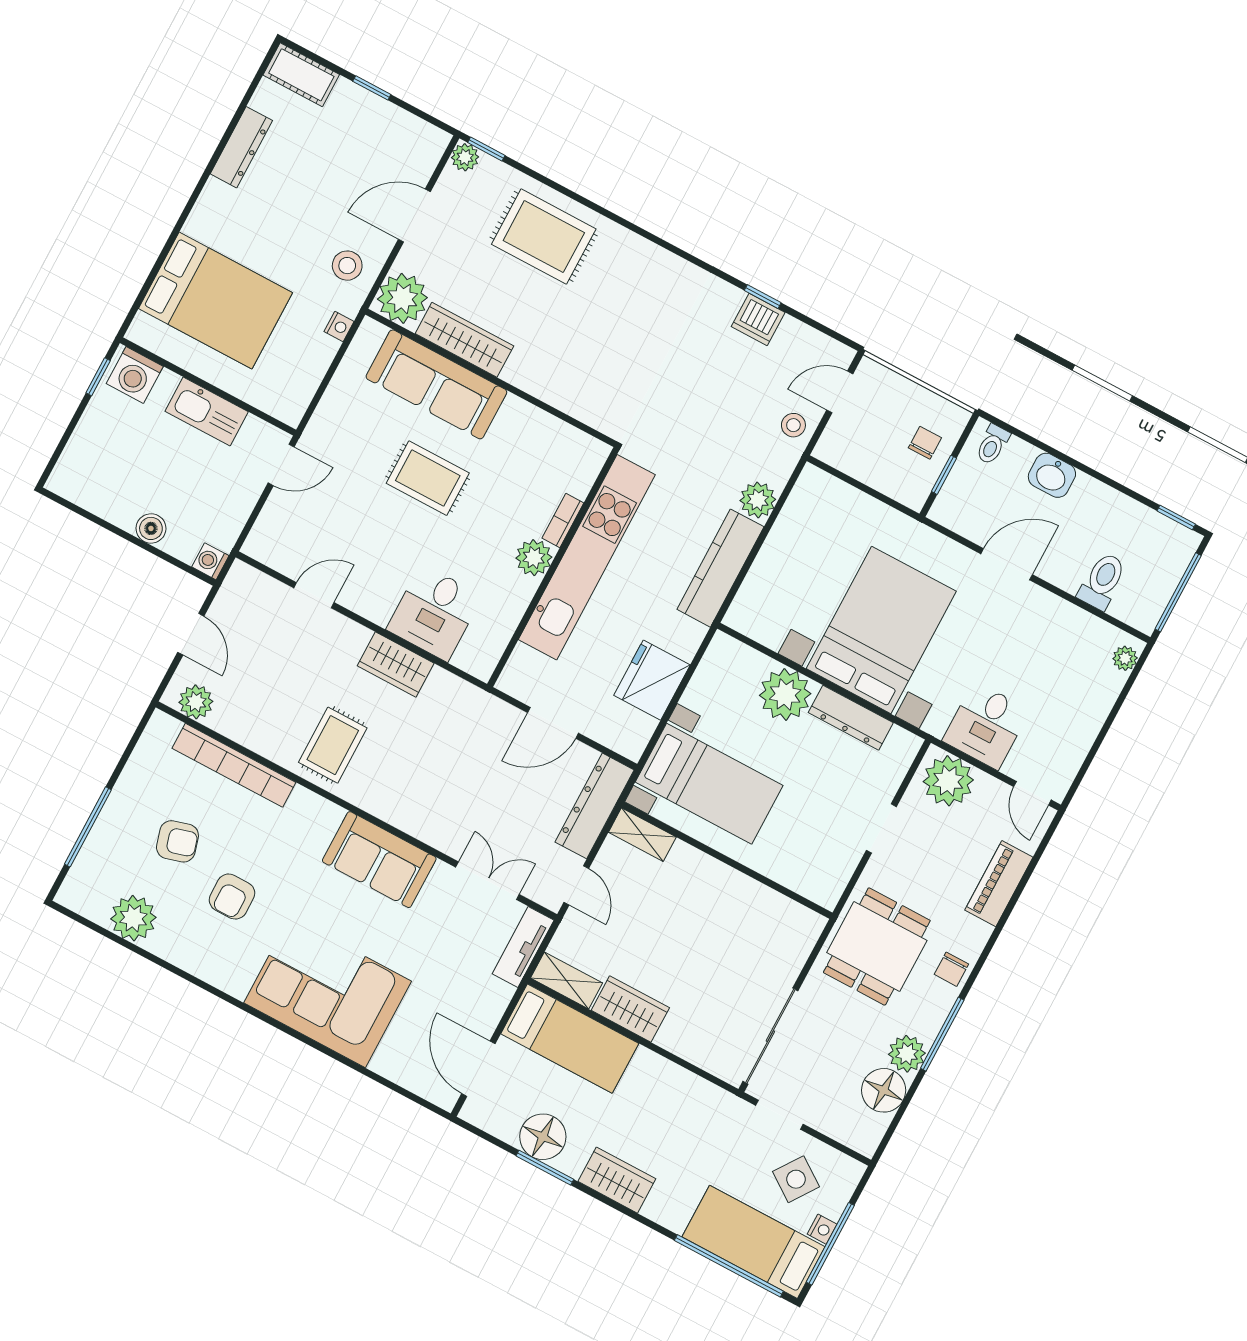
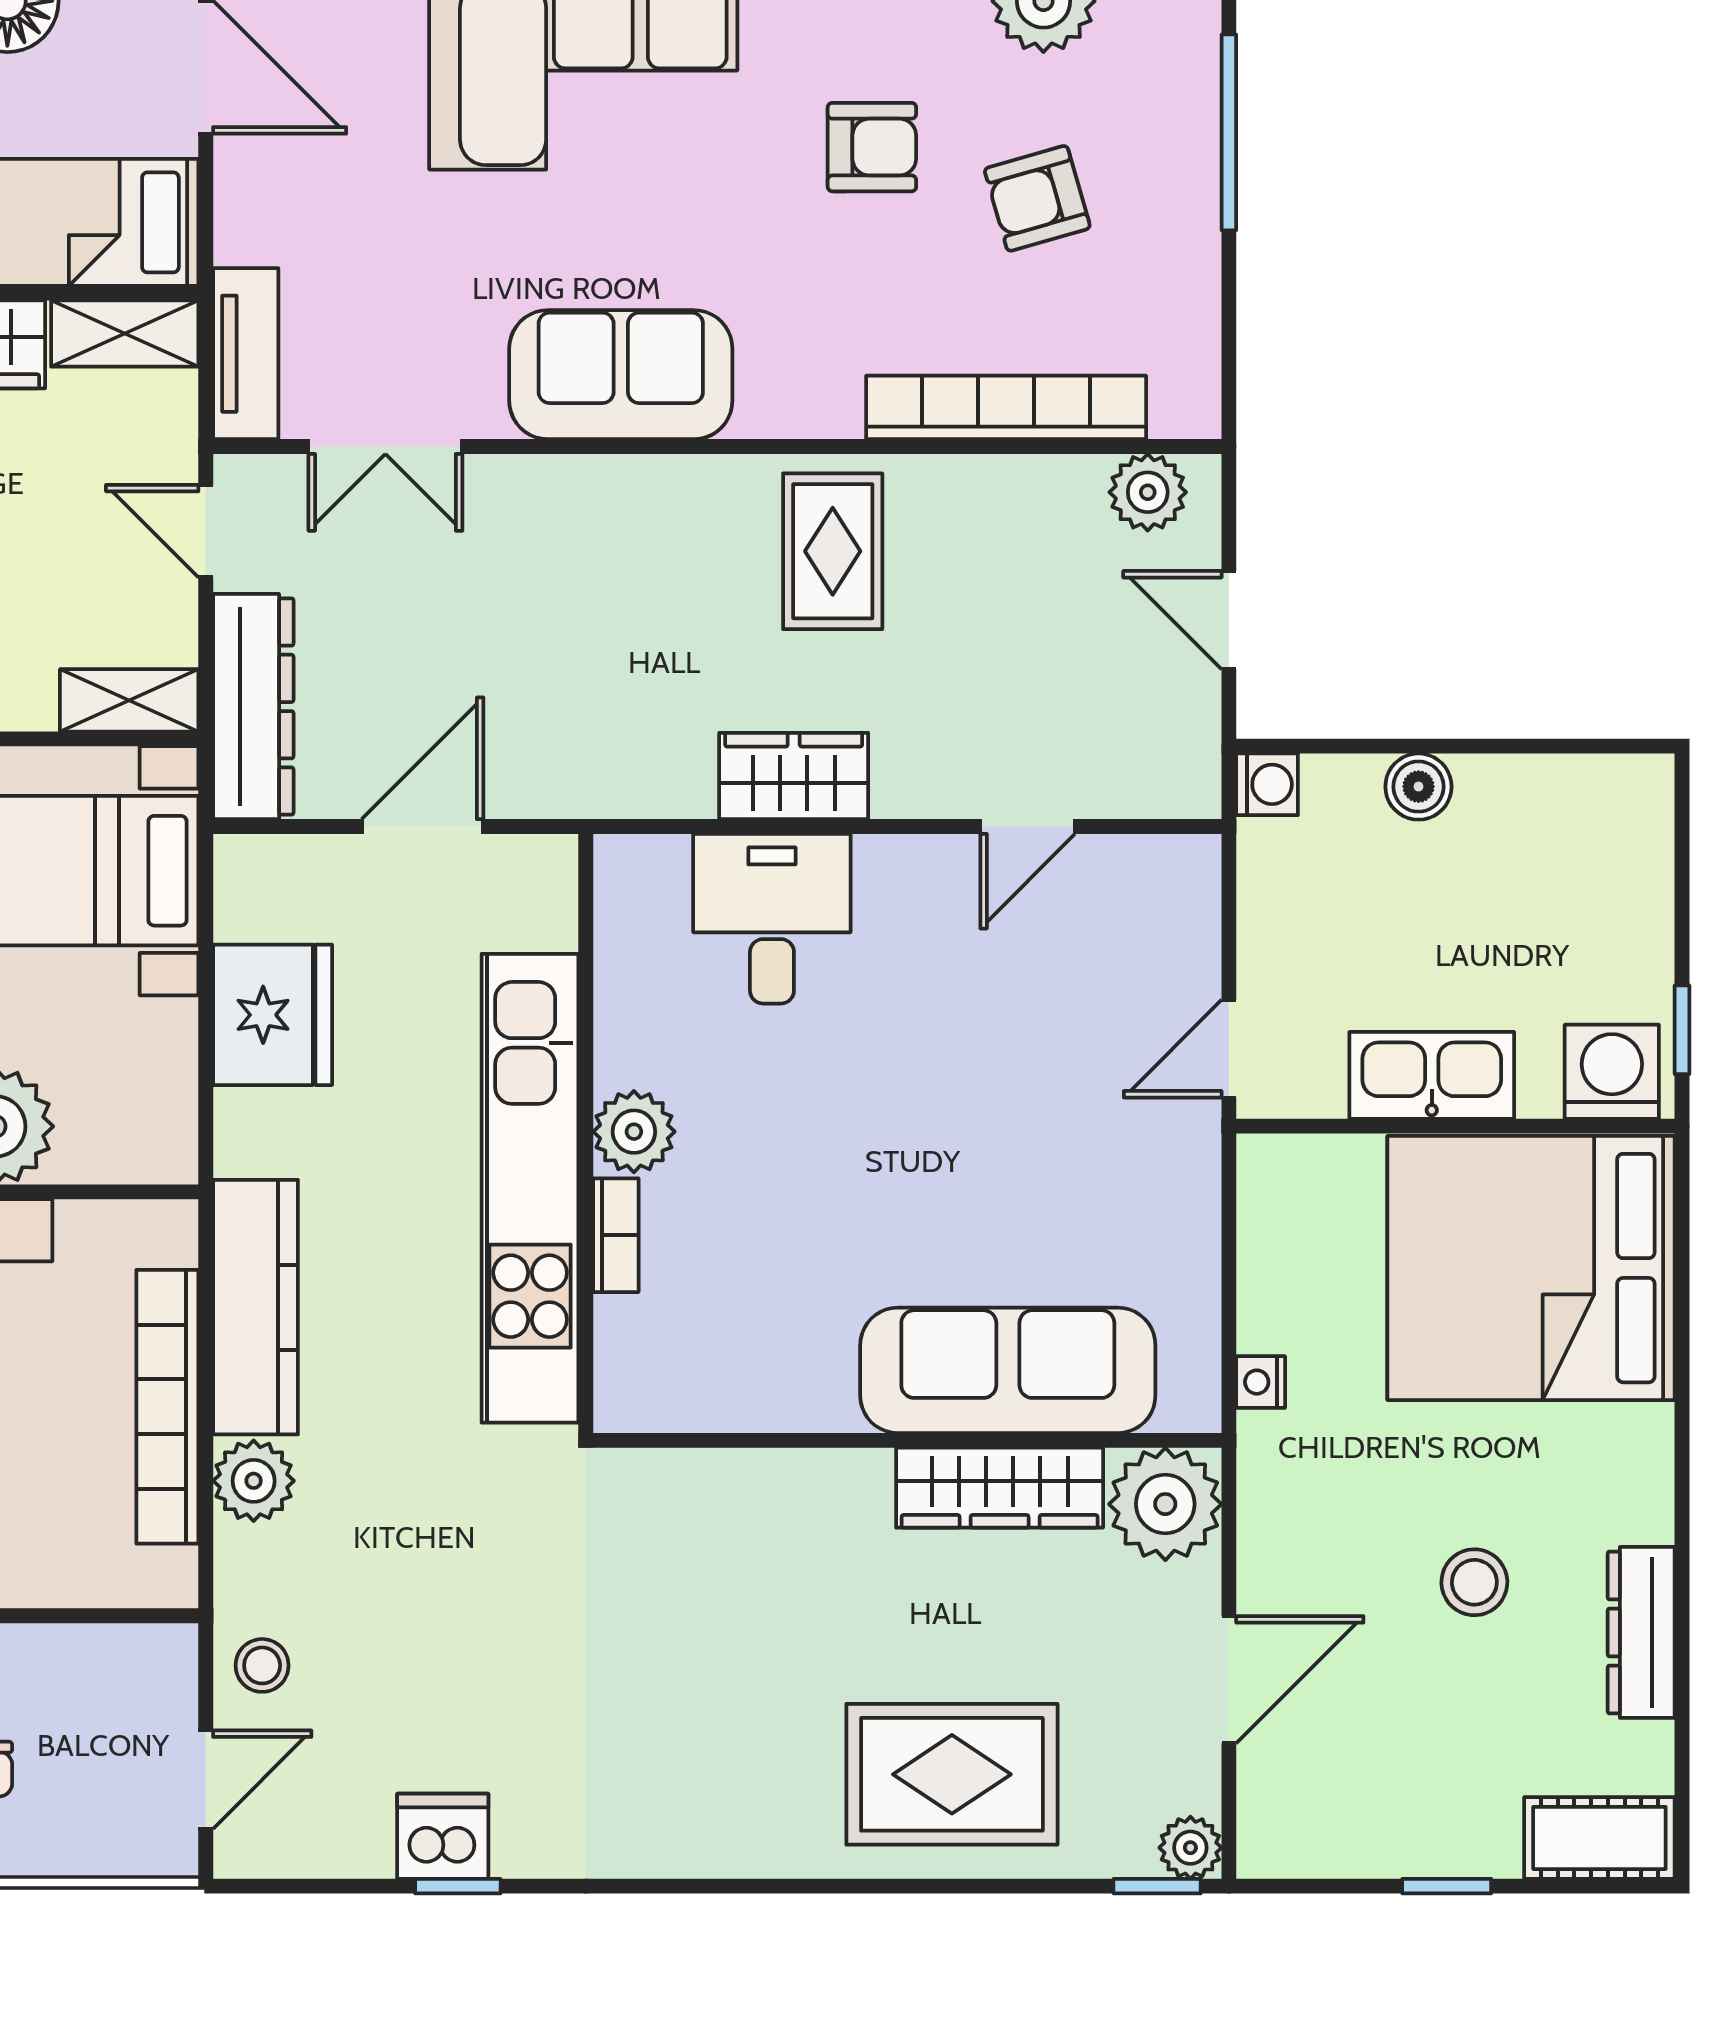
stool: (347, 266) -> (1474, 1582), moved
bed: (215, 301) -> (1531, 1268), width x1.36
rug: (428, 478) -> (926, 1177), removed
bookcase: (776, 547) -> (167, 1407), added
armchair: (232, 897) -> (872, 147), turned 90

